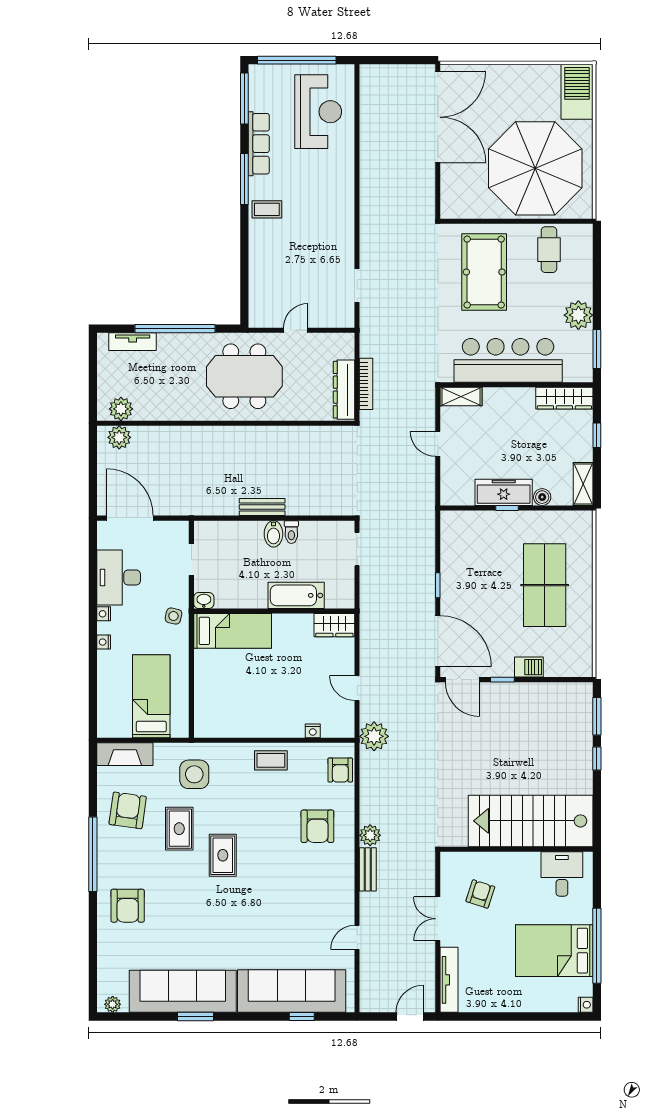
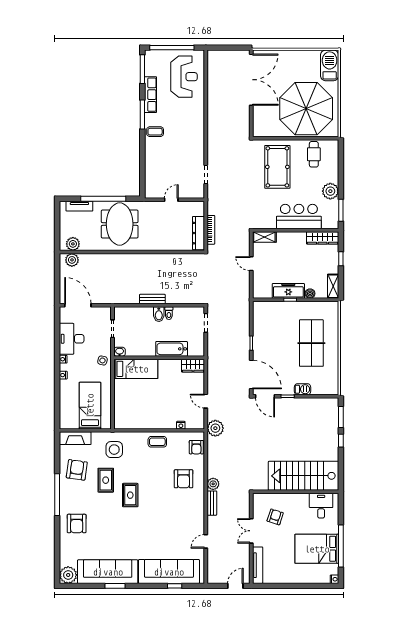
bar counter: (508, 360) -> (299, 217), width x0.73
meeting table: (244, 376) -> (120, 224), moved, turned 90
plant: (113, 1004) -> (68, 575), width x1.87, depth x1.87

